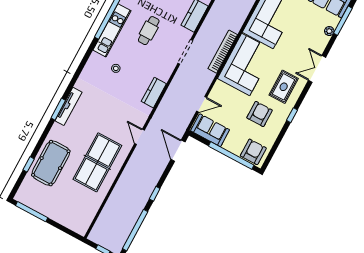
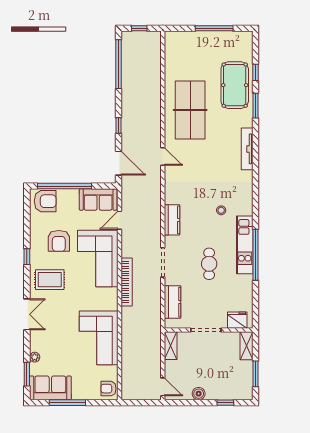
window: (343, 21) -> (27, 374), width x0.69
corner sofa: (246, 65) -> (98, 258), moved
rug: (284, 87) -> (50, 280), turned 90
kitchen counter: (154, 93) -> (172, 220), moved
window: (58, 109) -> (256, 106), moved
armchair: (253, 152) -> (45, 201), turned -90
window: (155, 194) -> (119, 126), moved
window: (32, 212) -> (214, 28), moved

